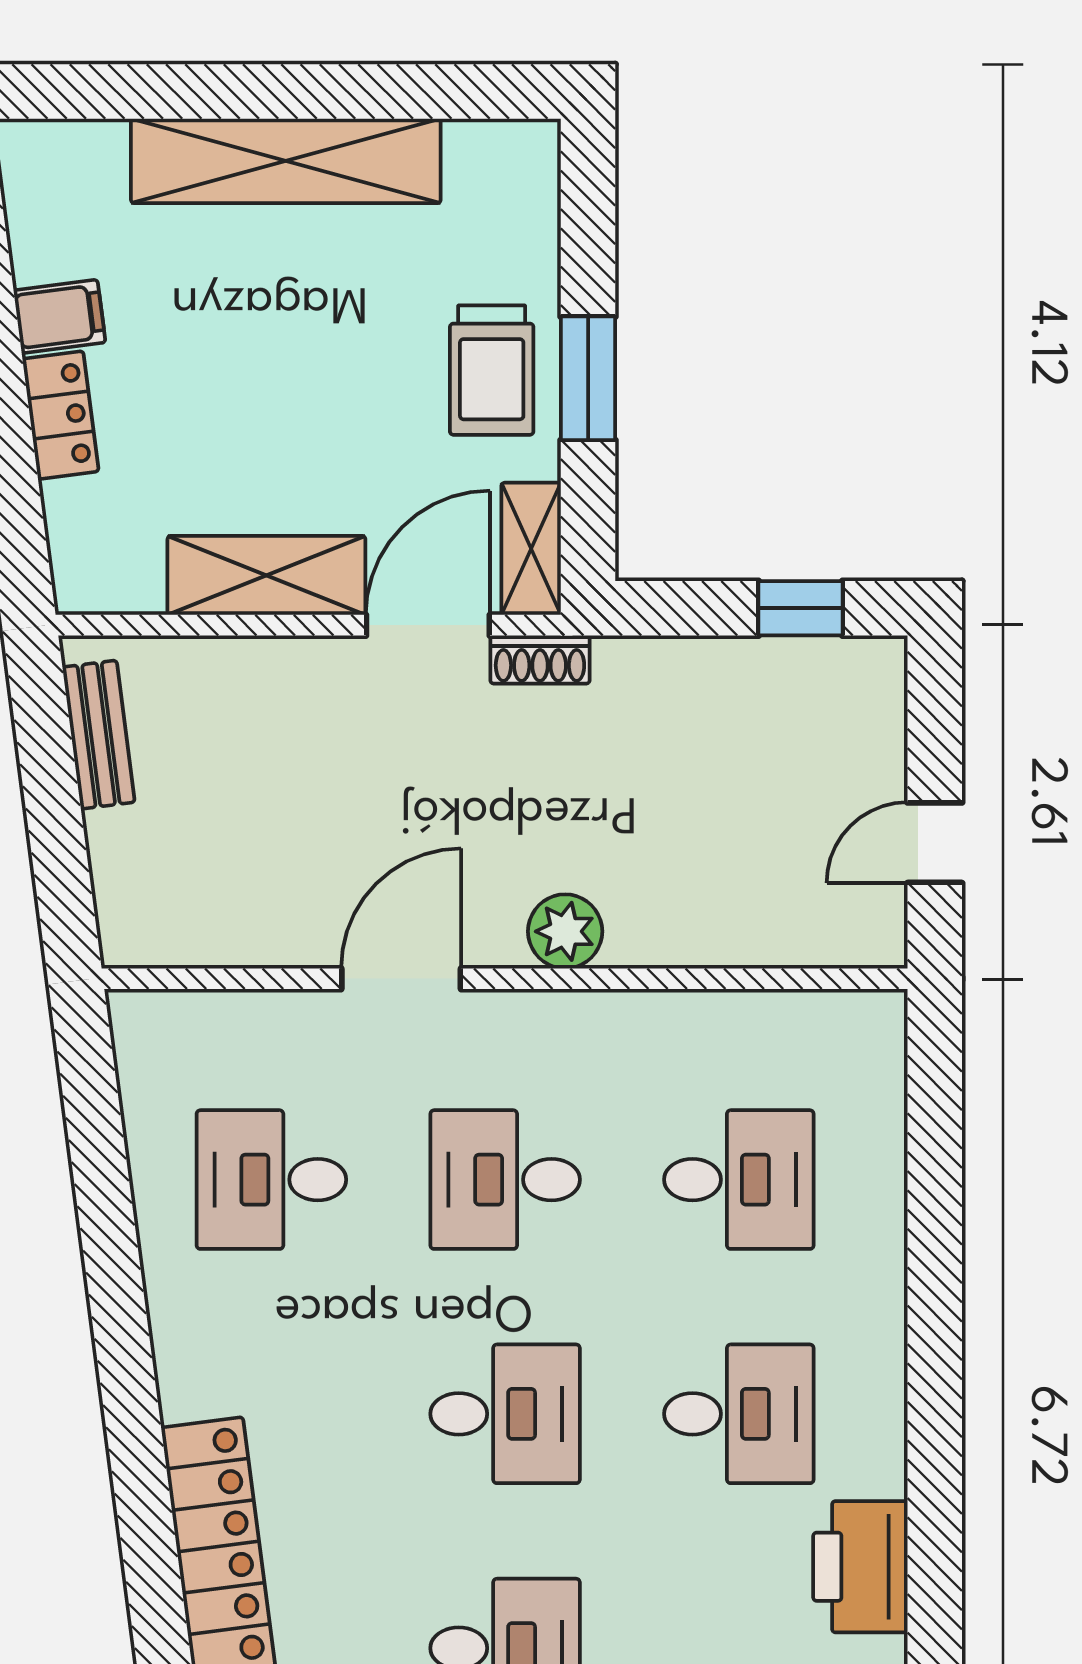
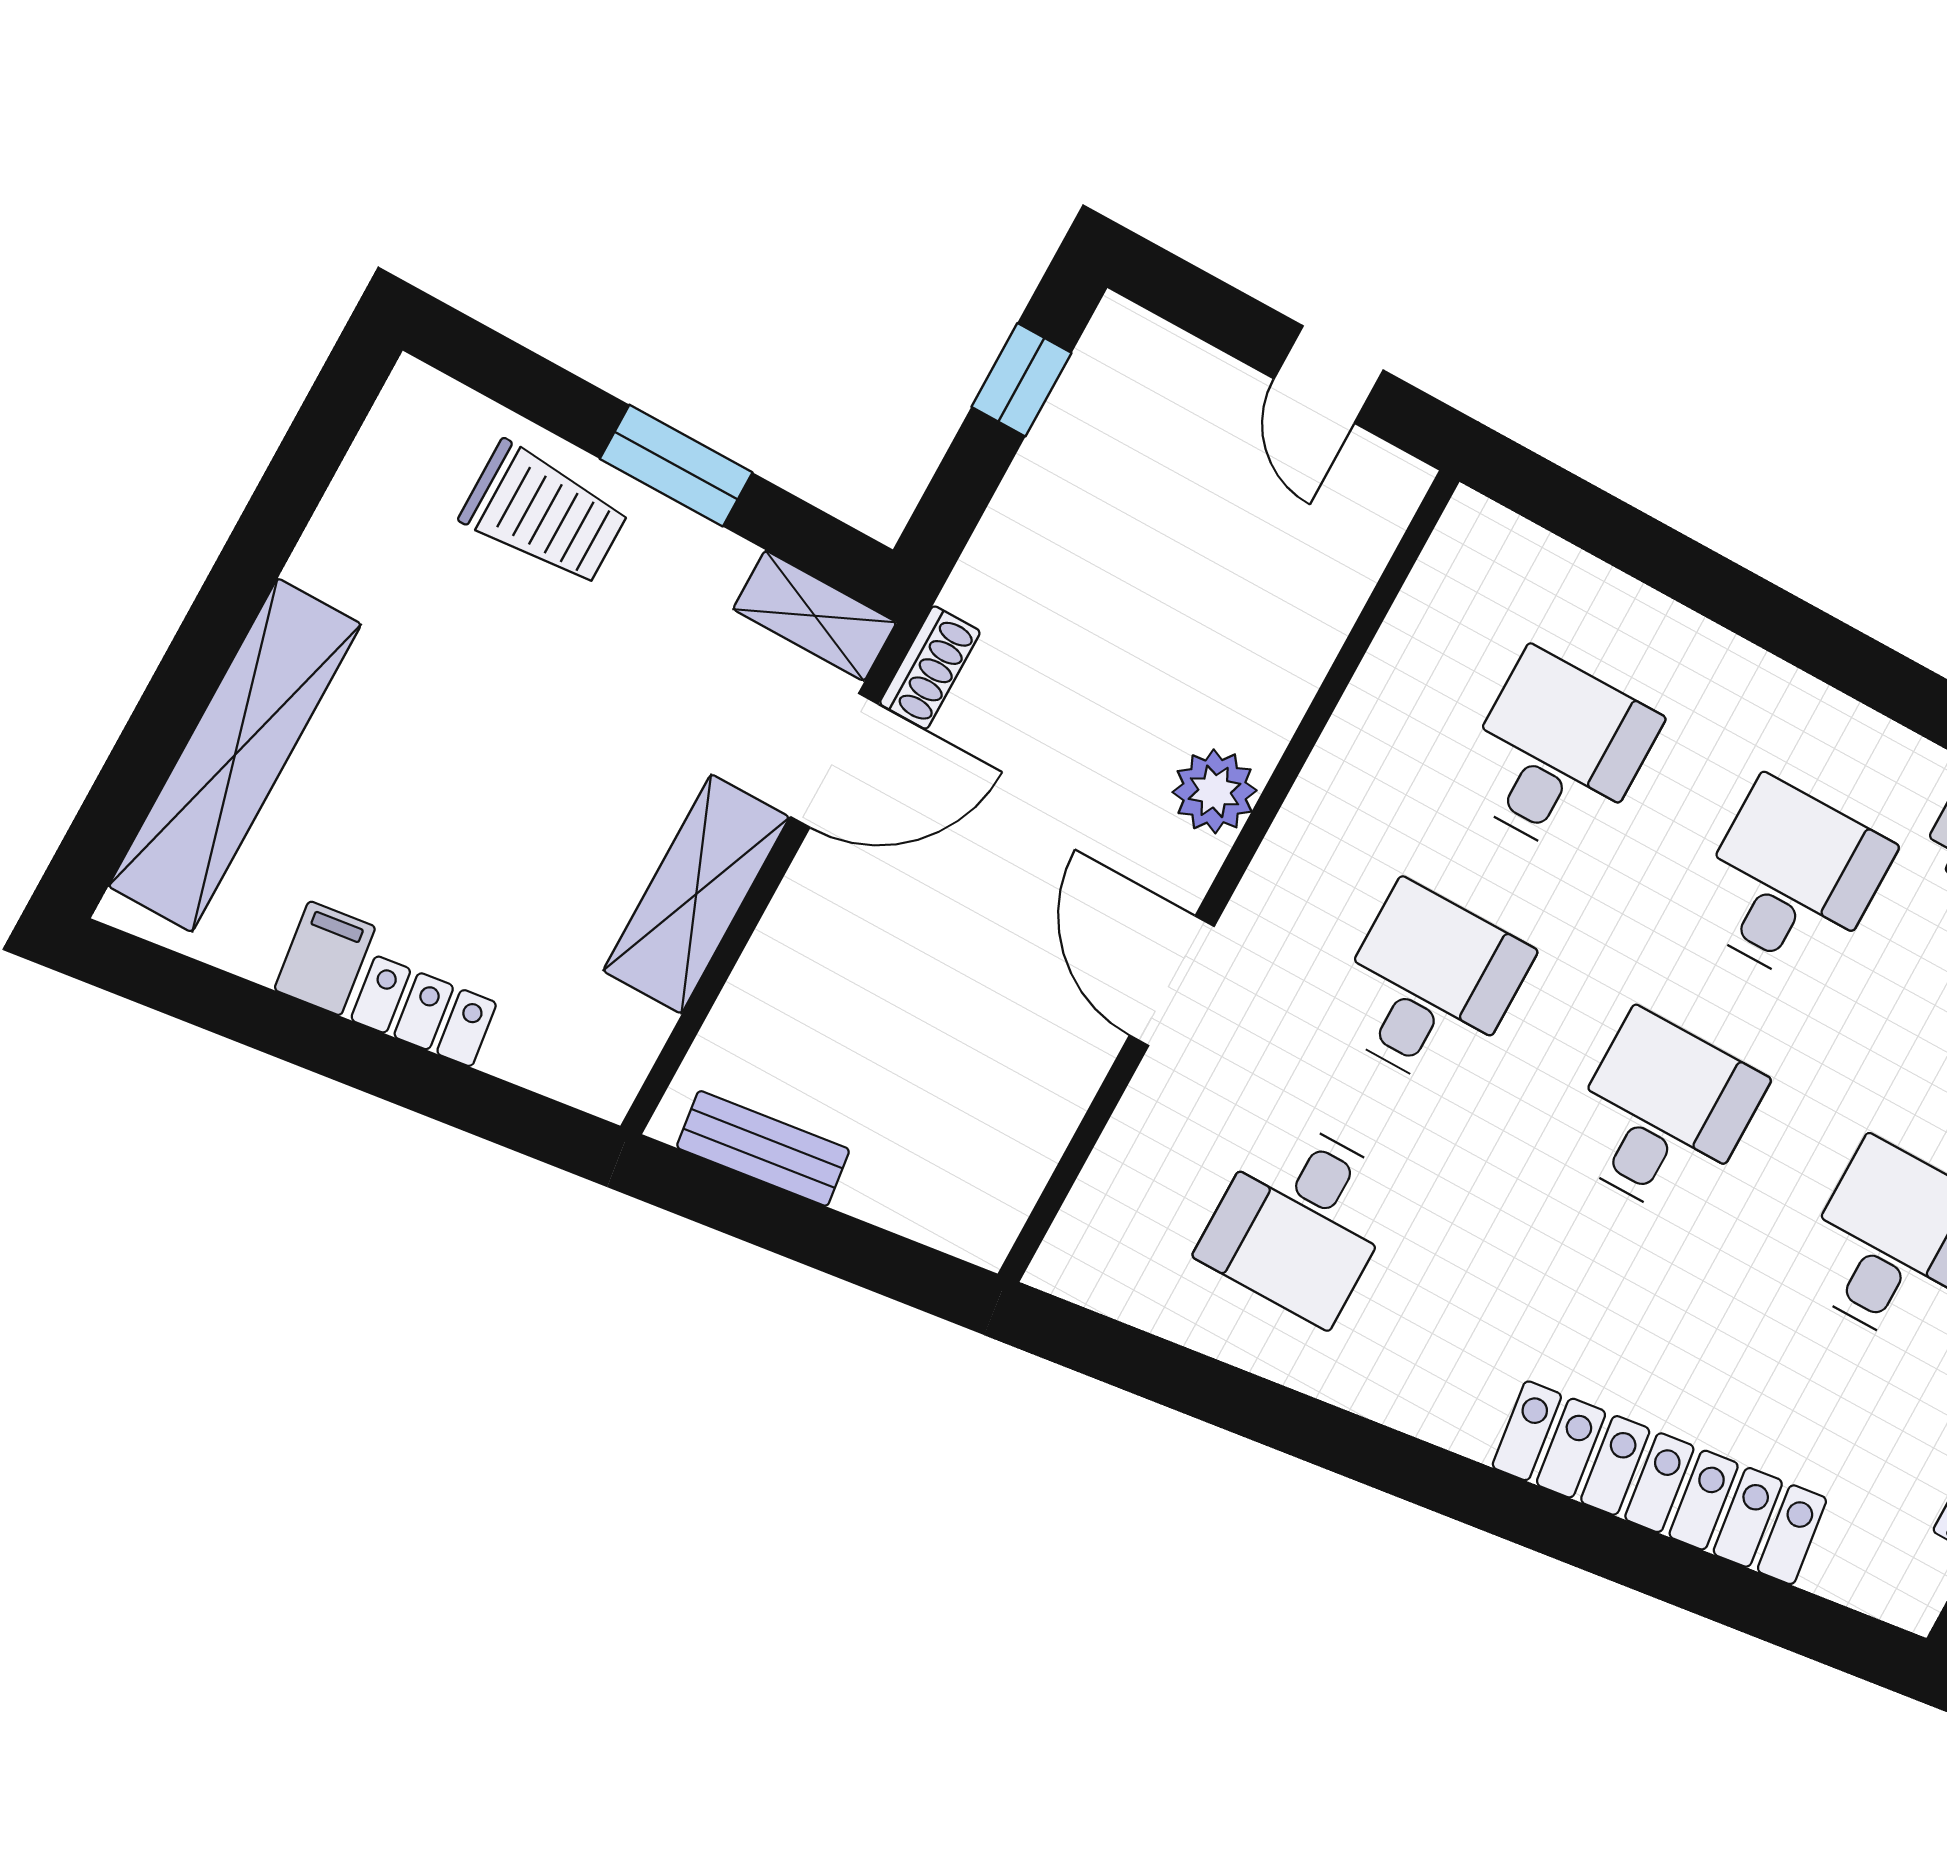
shelving: (286, 161) -> (235, 755), moved
trolley: (492, 370) -> (544, 514), moved
door: (428, 625) -> (834, 760), swing flipped
desk: (505, 1180) -> (1429, 987), turned 180

